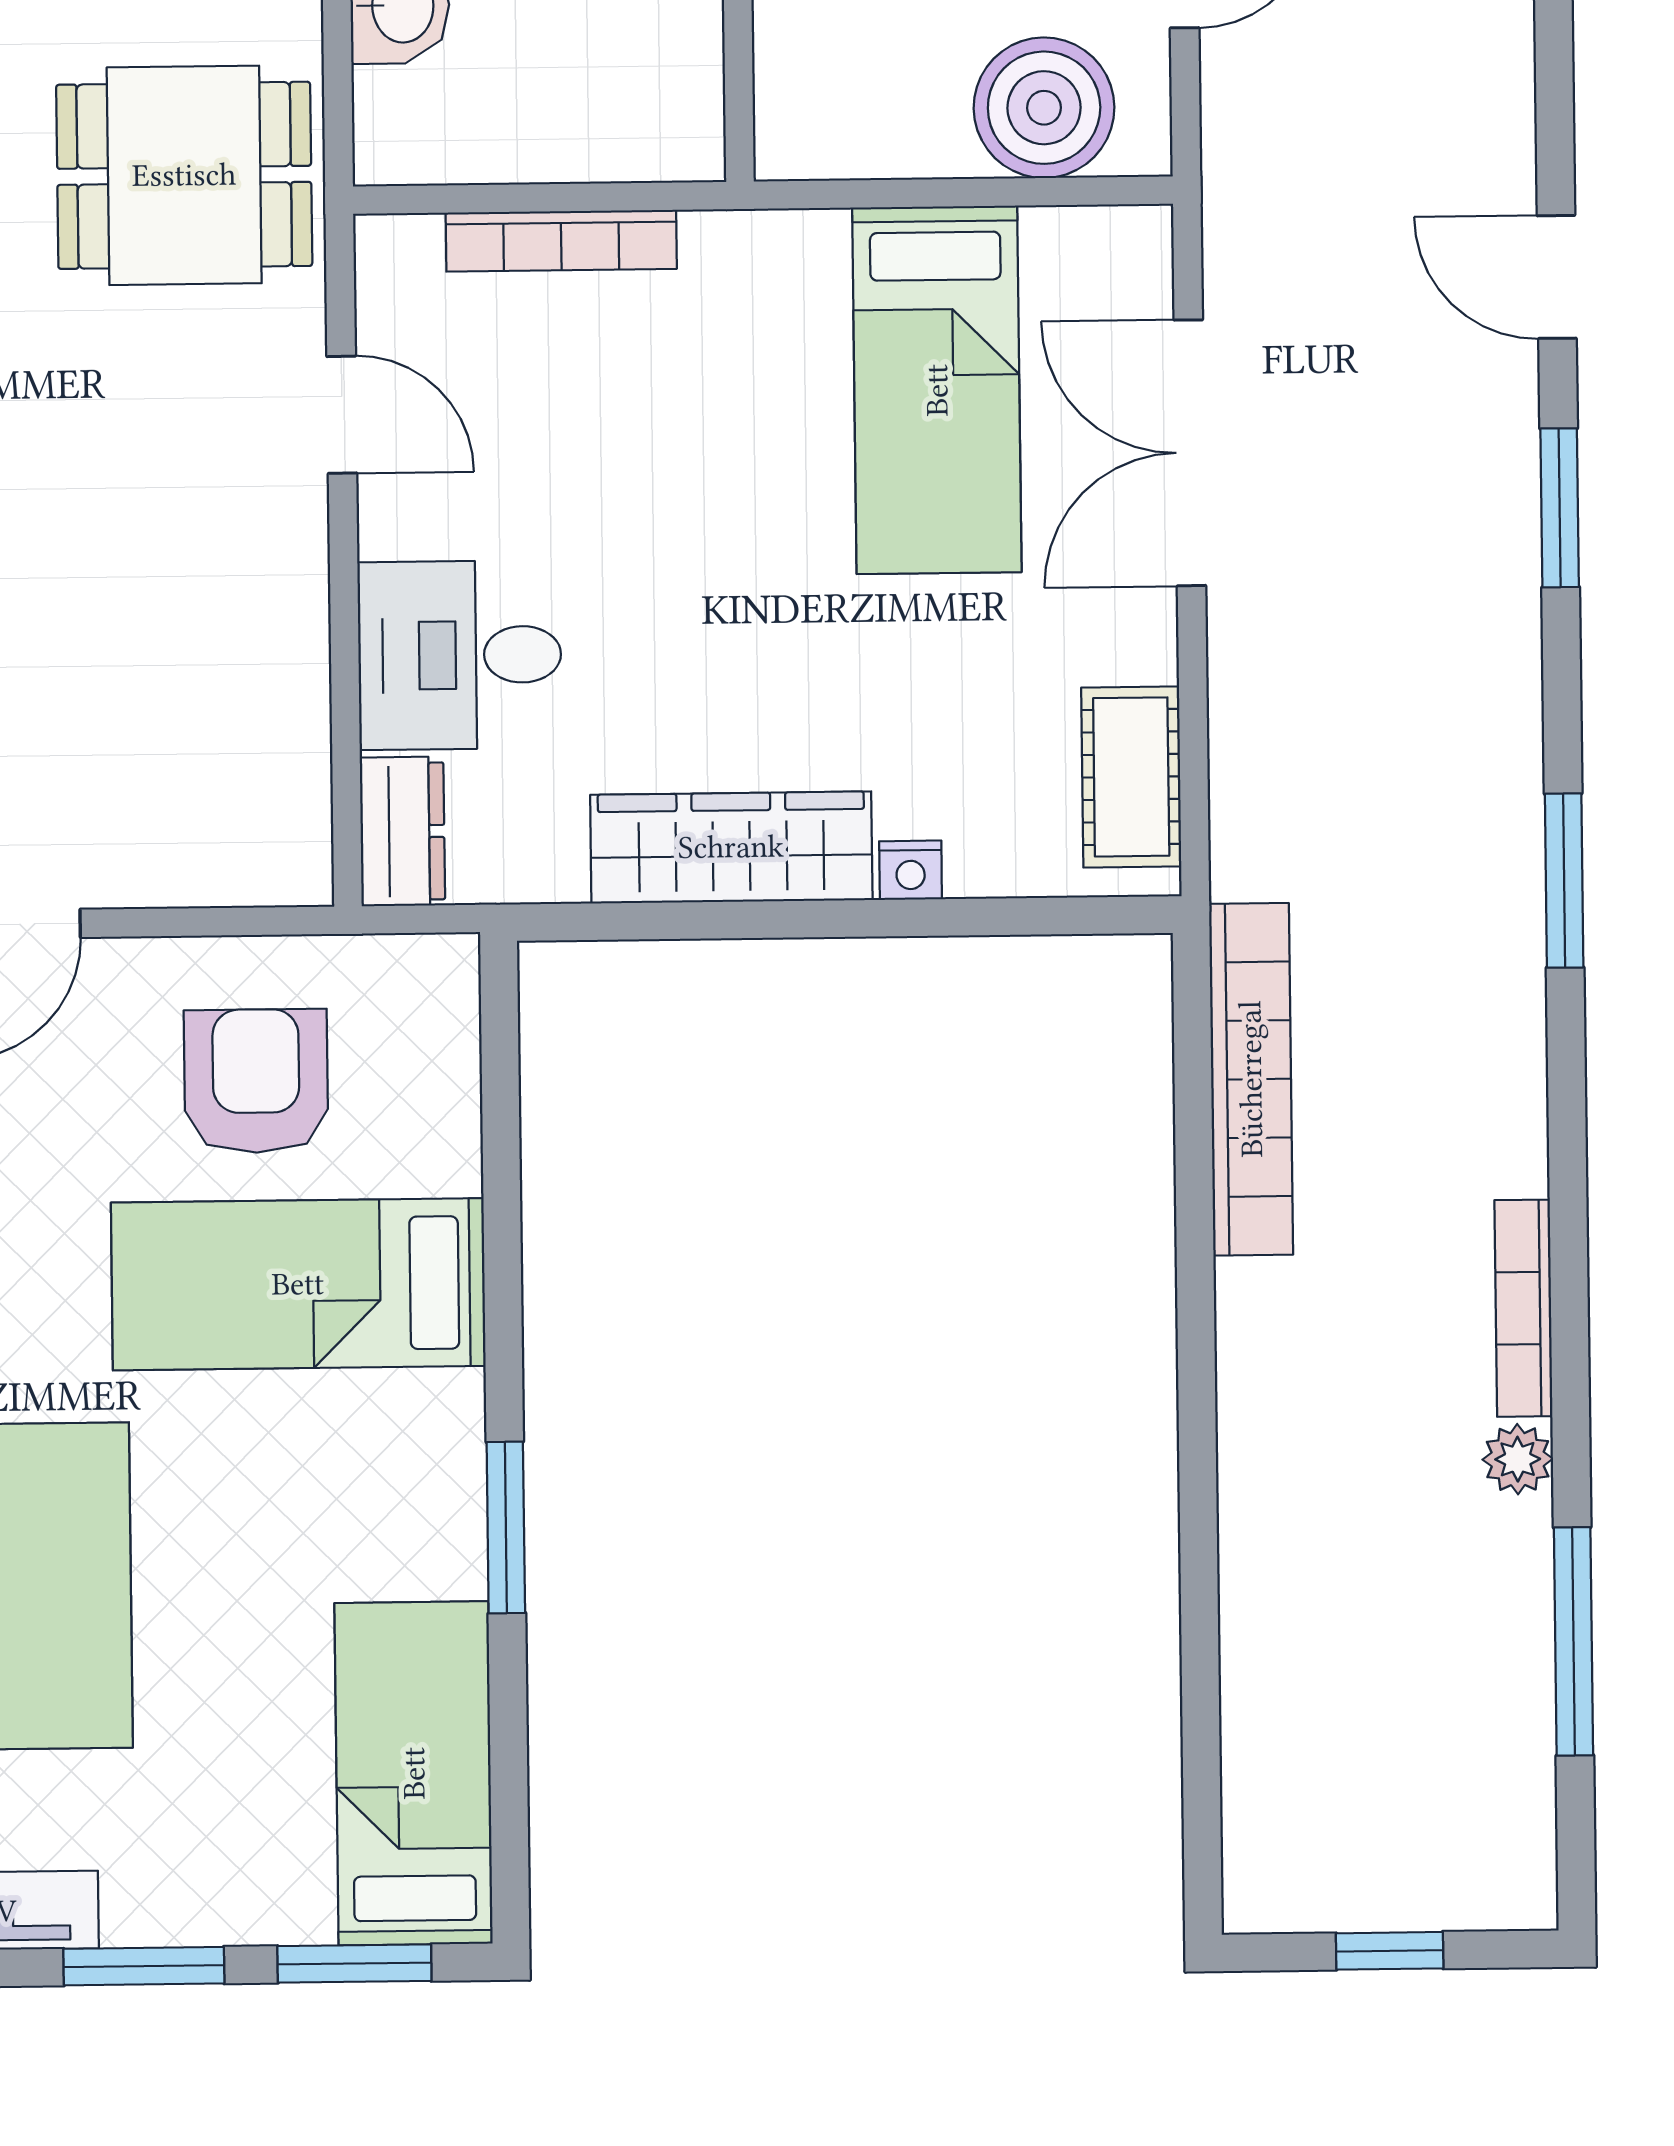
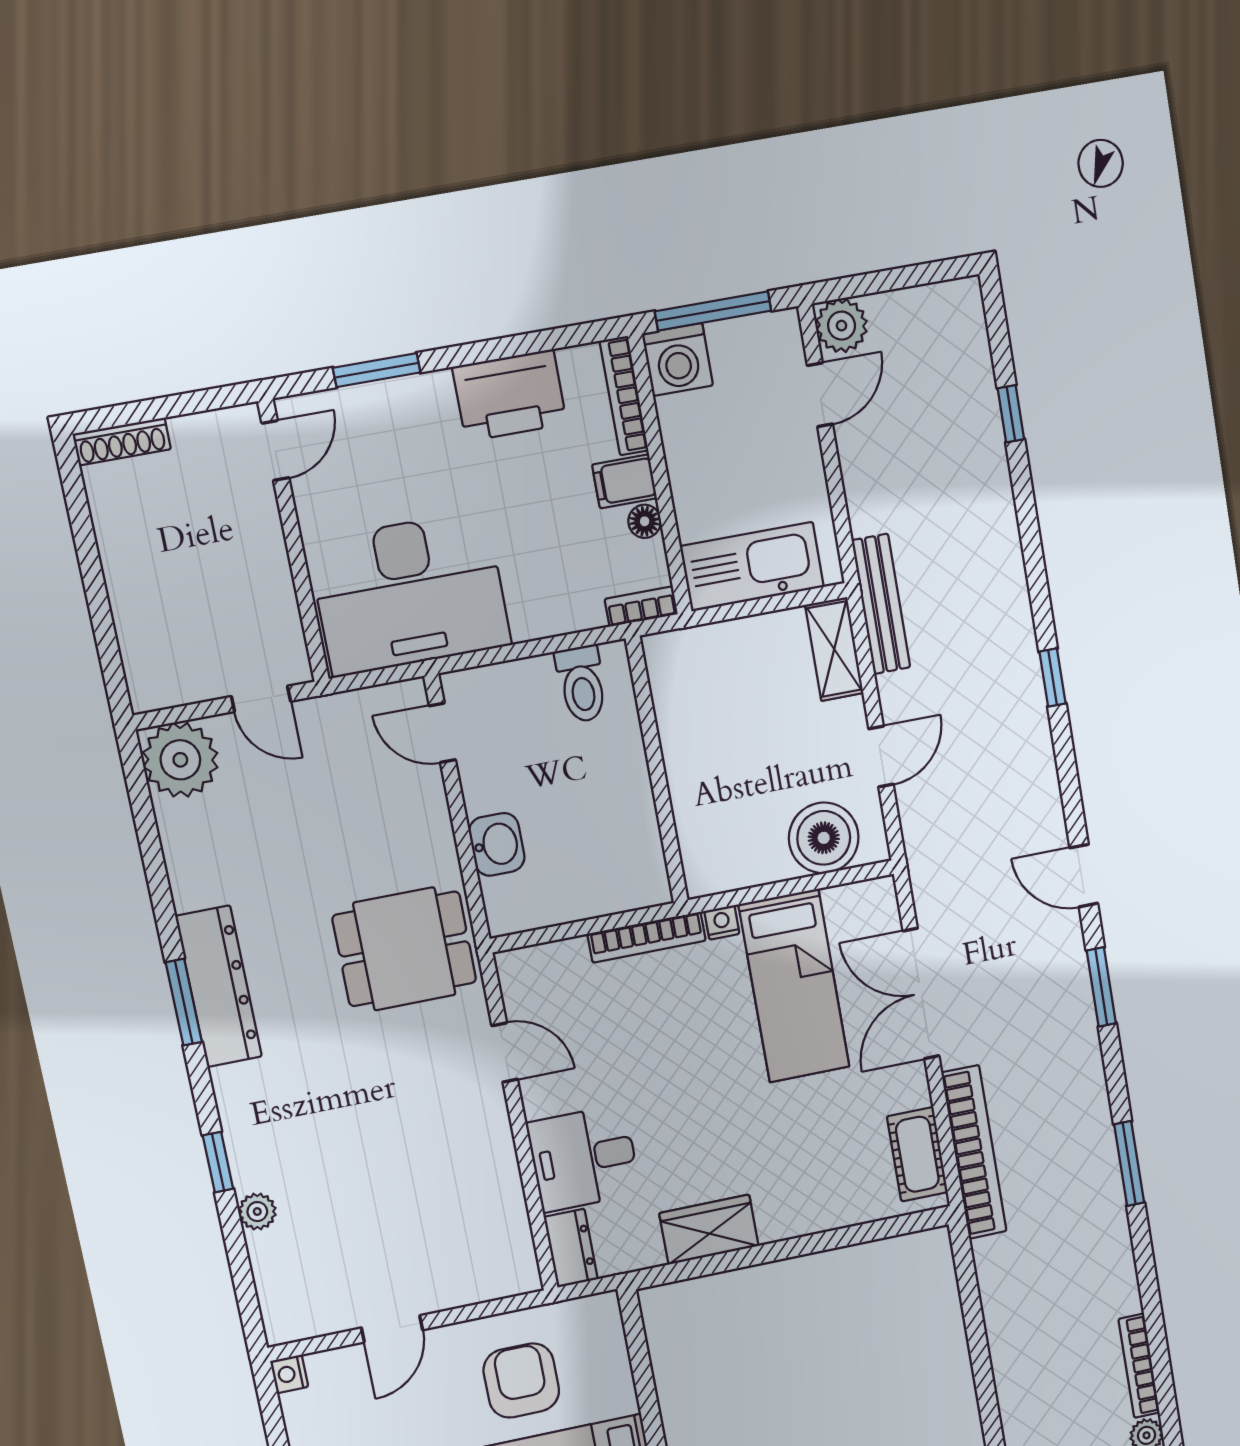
bookcase: (561, 241) -> (647, 937), moved
wardrobe: (731, 847) -> (709, 1230), width x0.67
nightstand: (911, 870) -> (722, 922), moved, turned 180
bookcase: (1251, 1079) -> (974, 1152), moved

